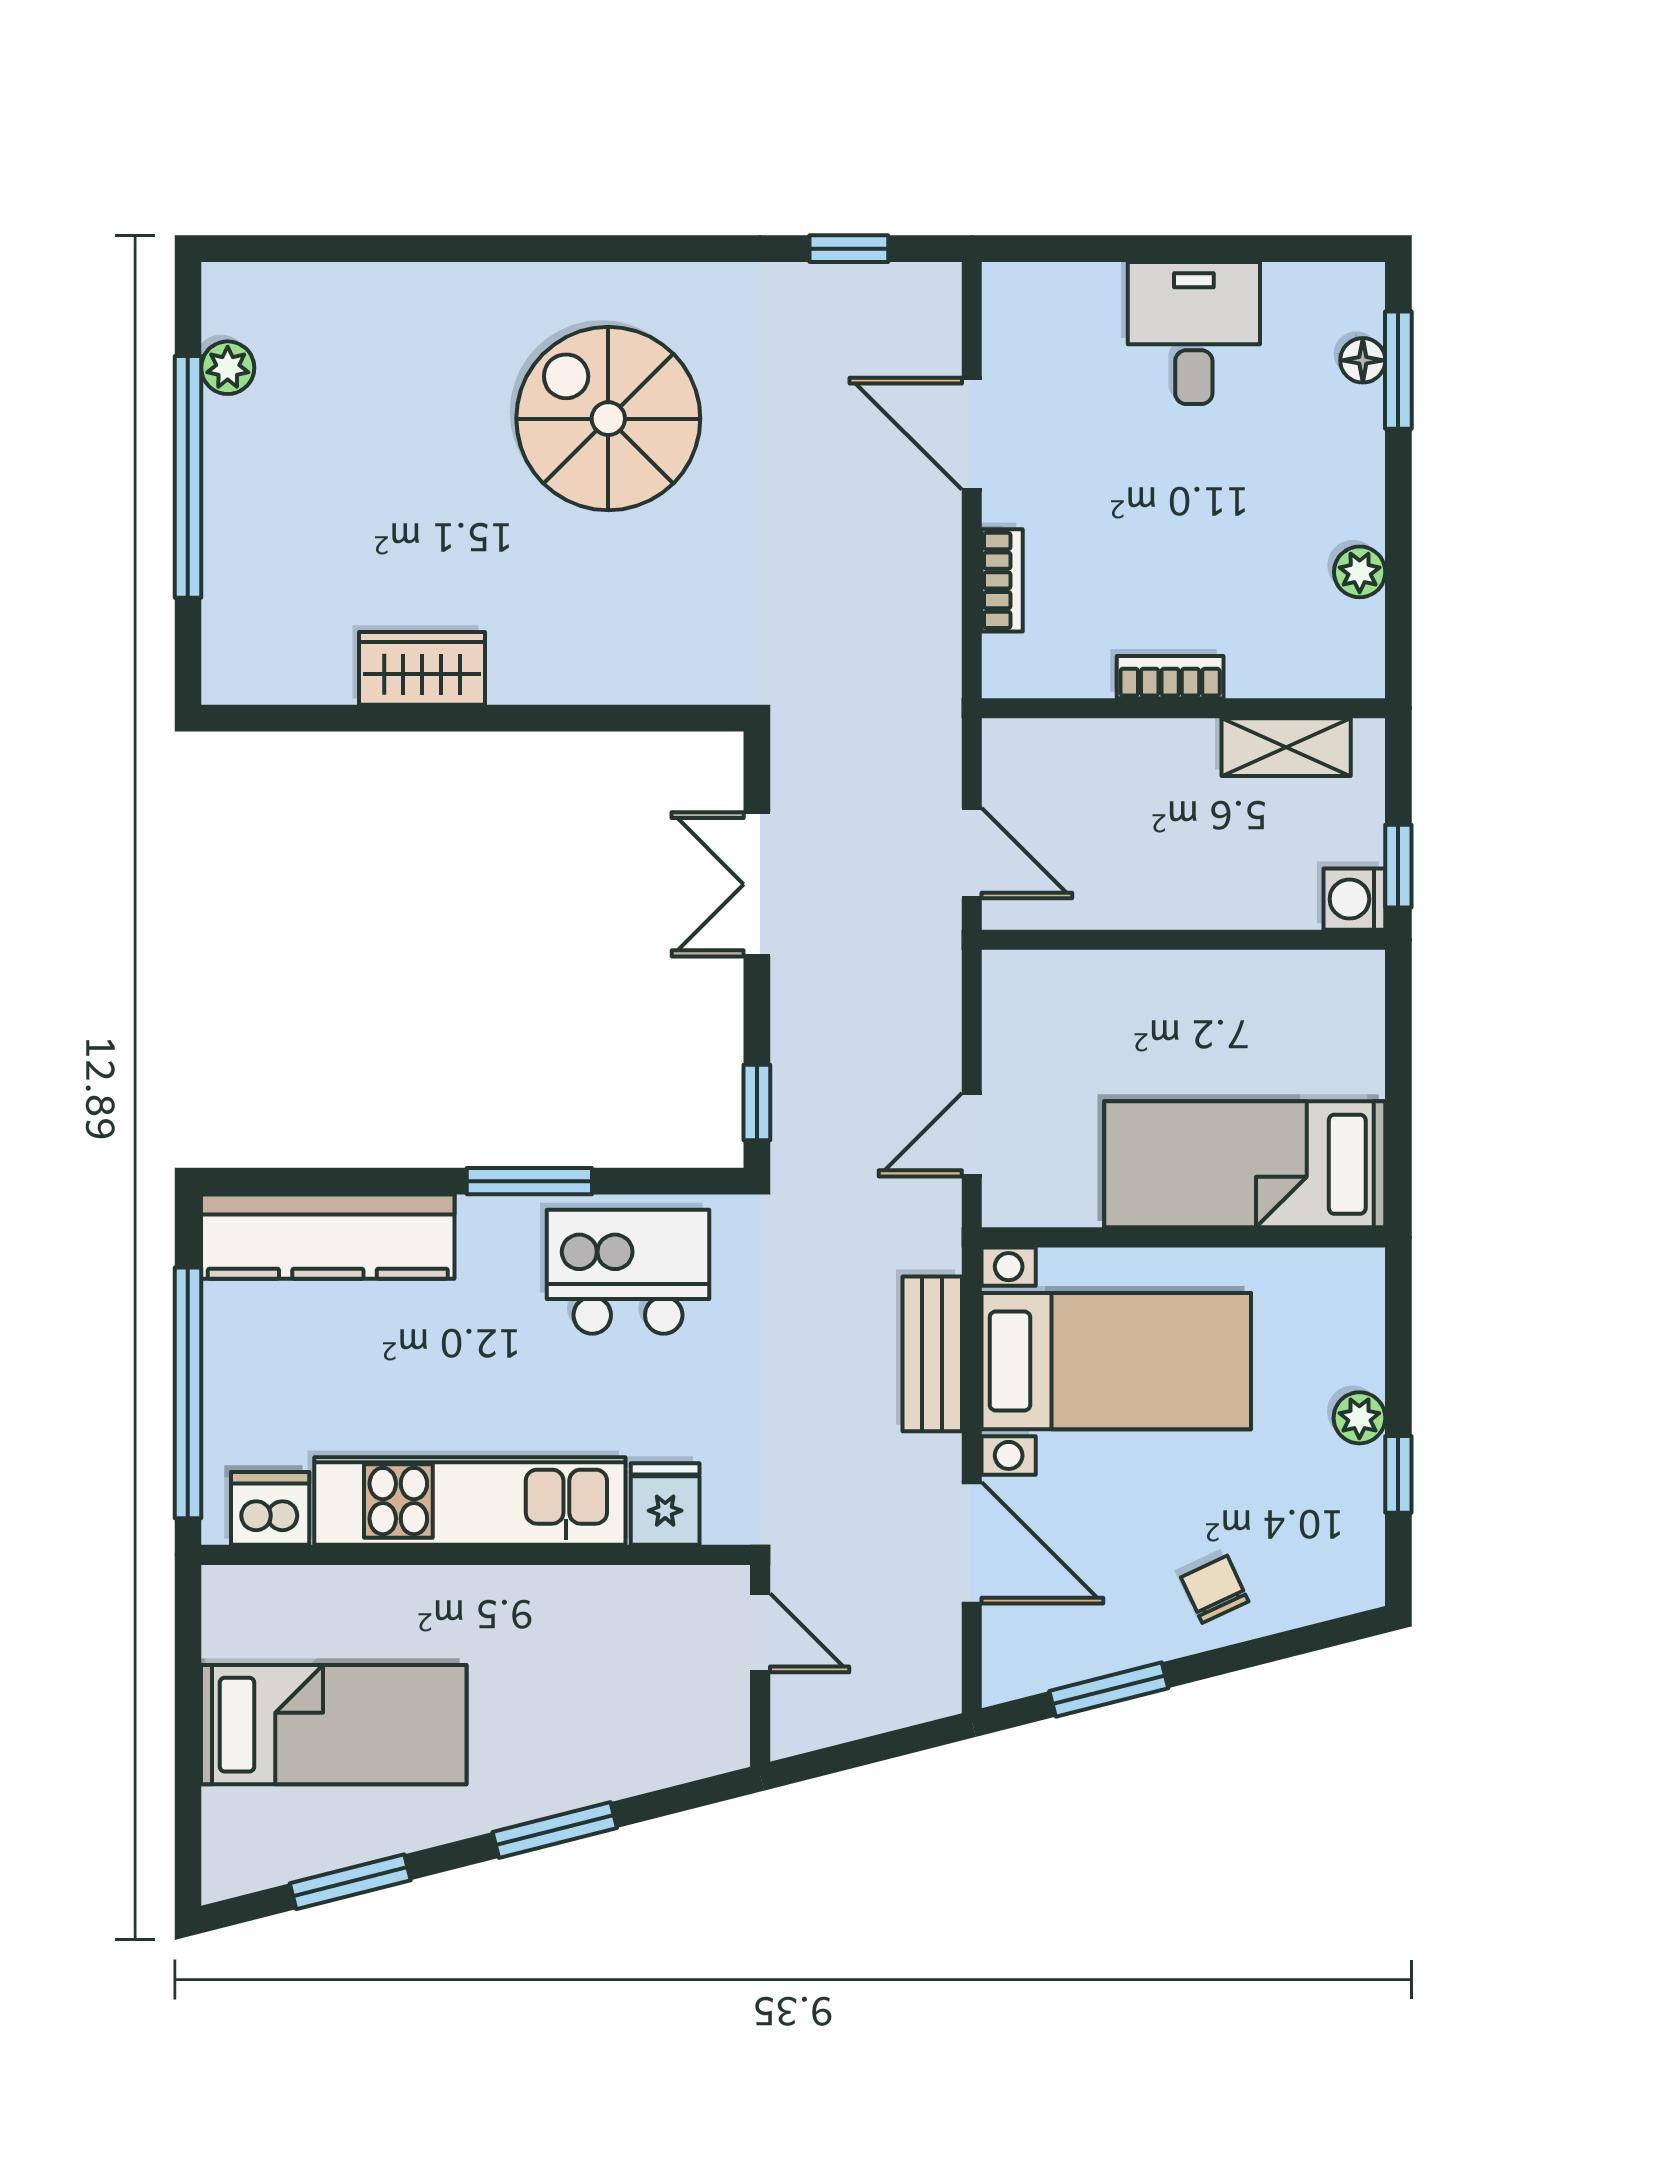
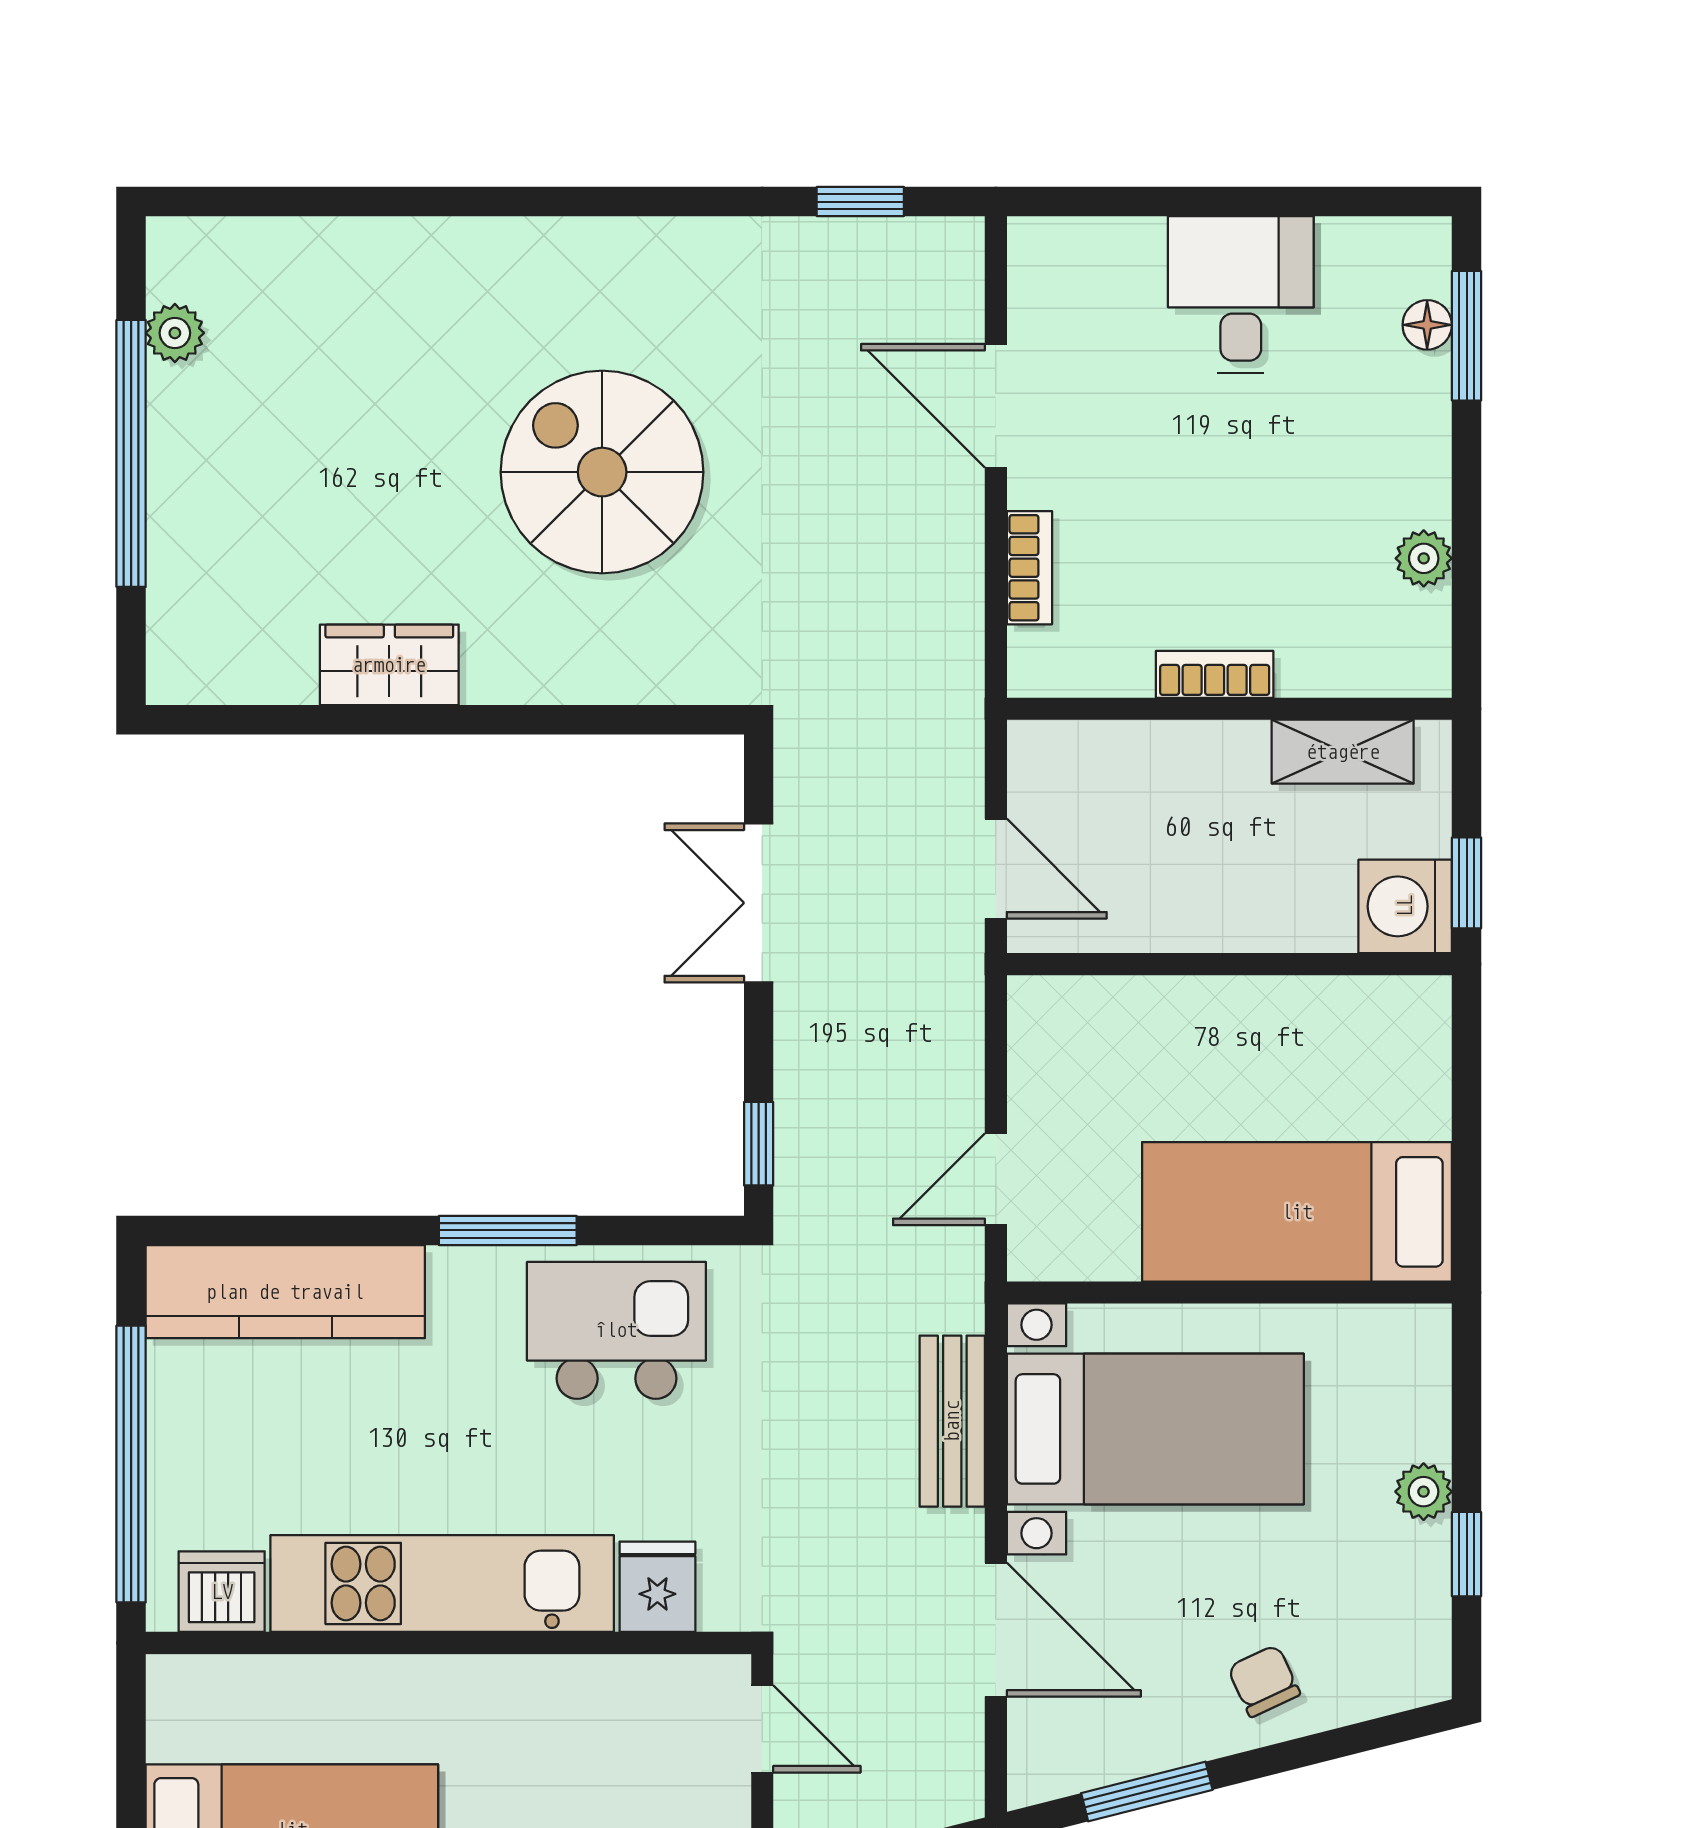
spiral stairs: (608, 419) -> (602, 472), moved
washing machine: (1354, 899) -> (1405, 906), width x1.38, depth x1.38

